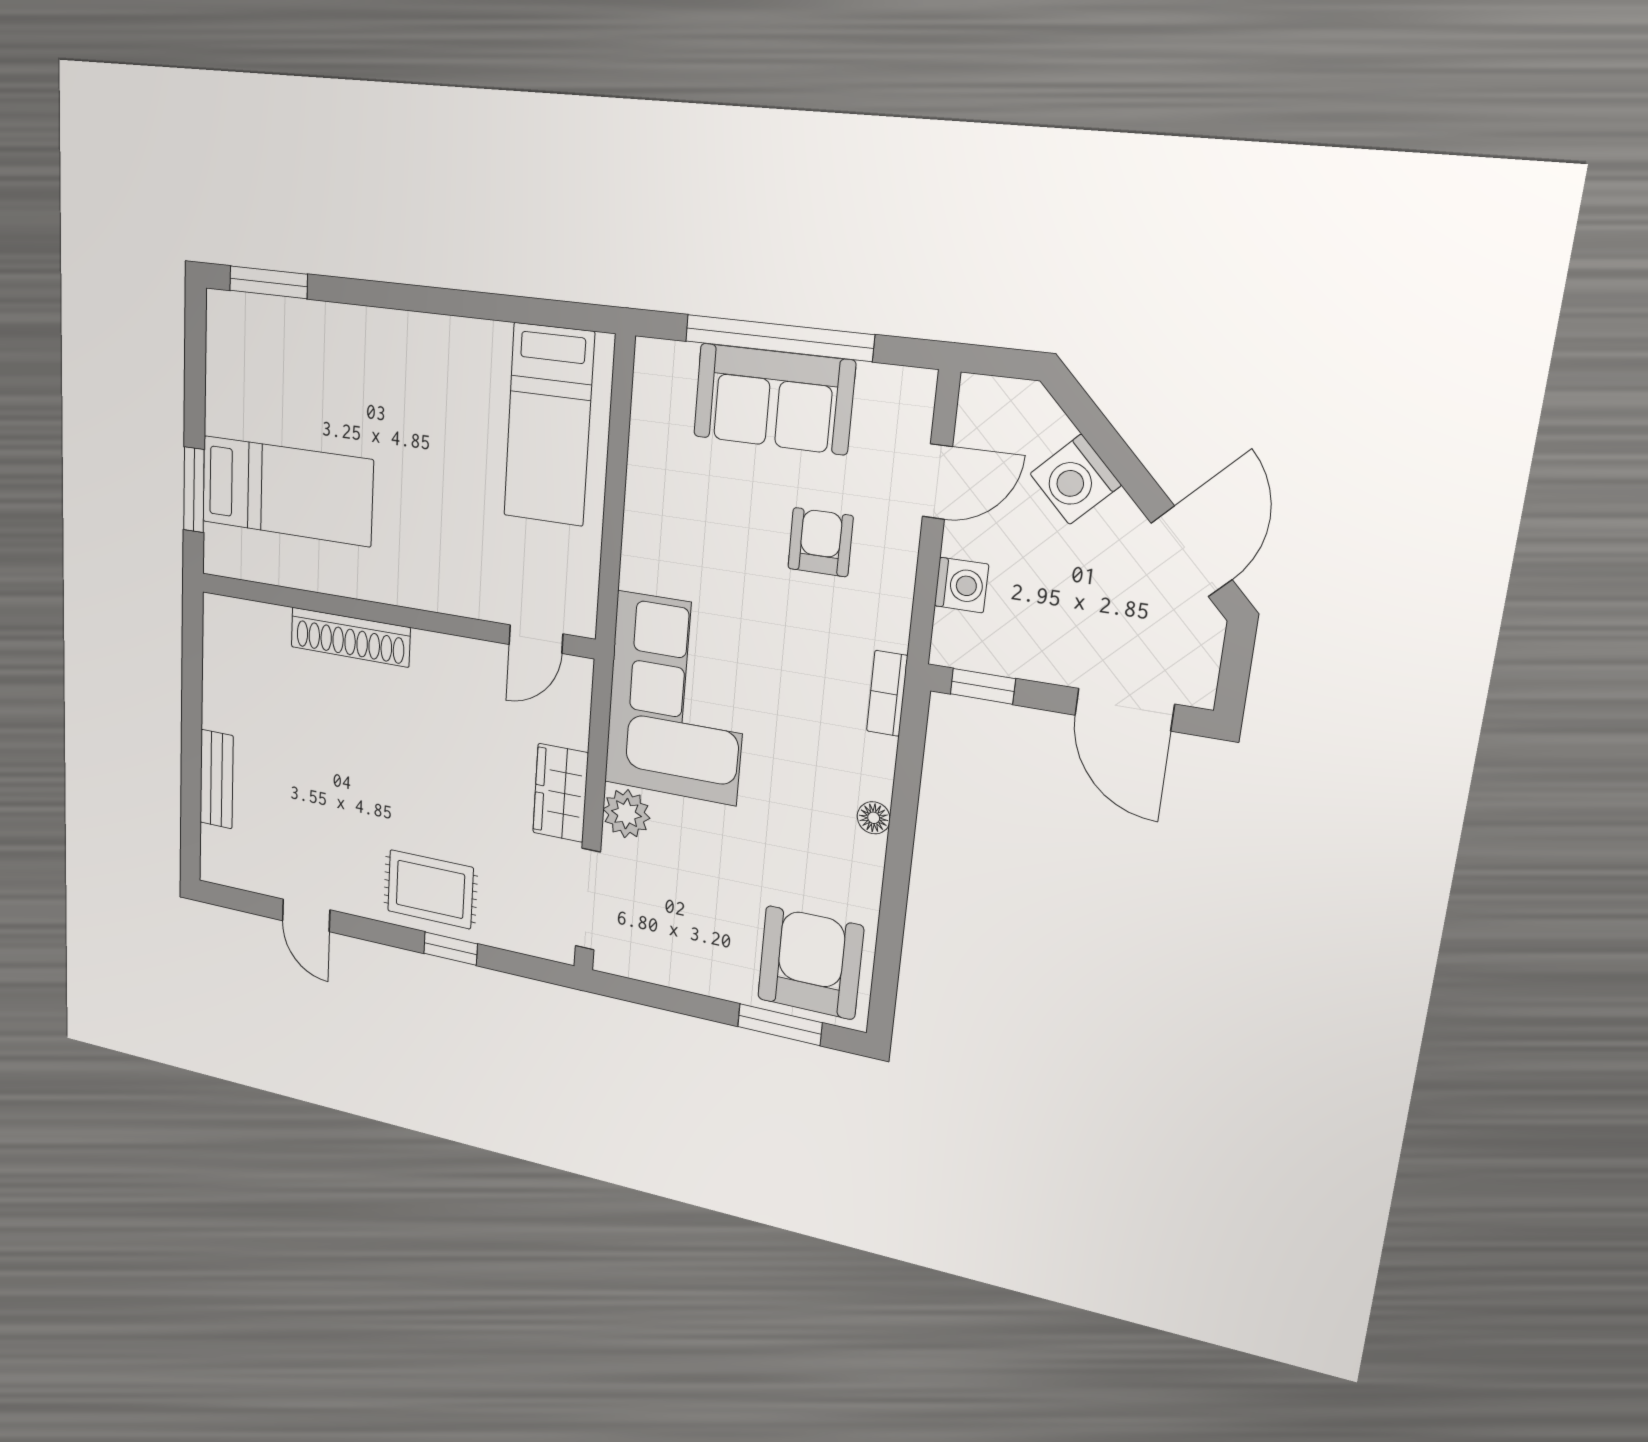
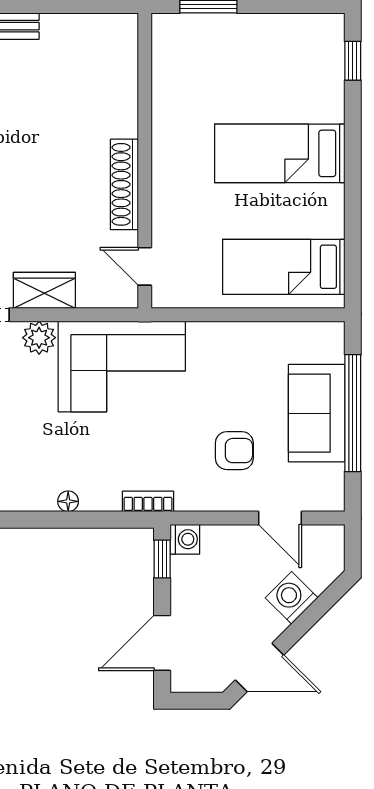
window: (268, 282) -> (353, 61), width x0.67
bed: (287, 491) -> (280, 153), moved, turned 90
washing machine: (961, 585) -> (185, 539), moved, turned -90
shoe rack: (350, 637) -> (124, 184), moved

